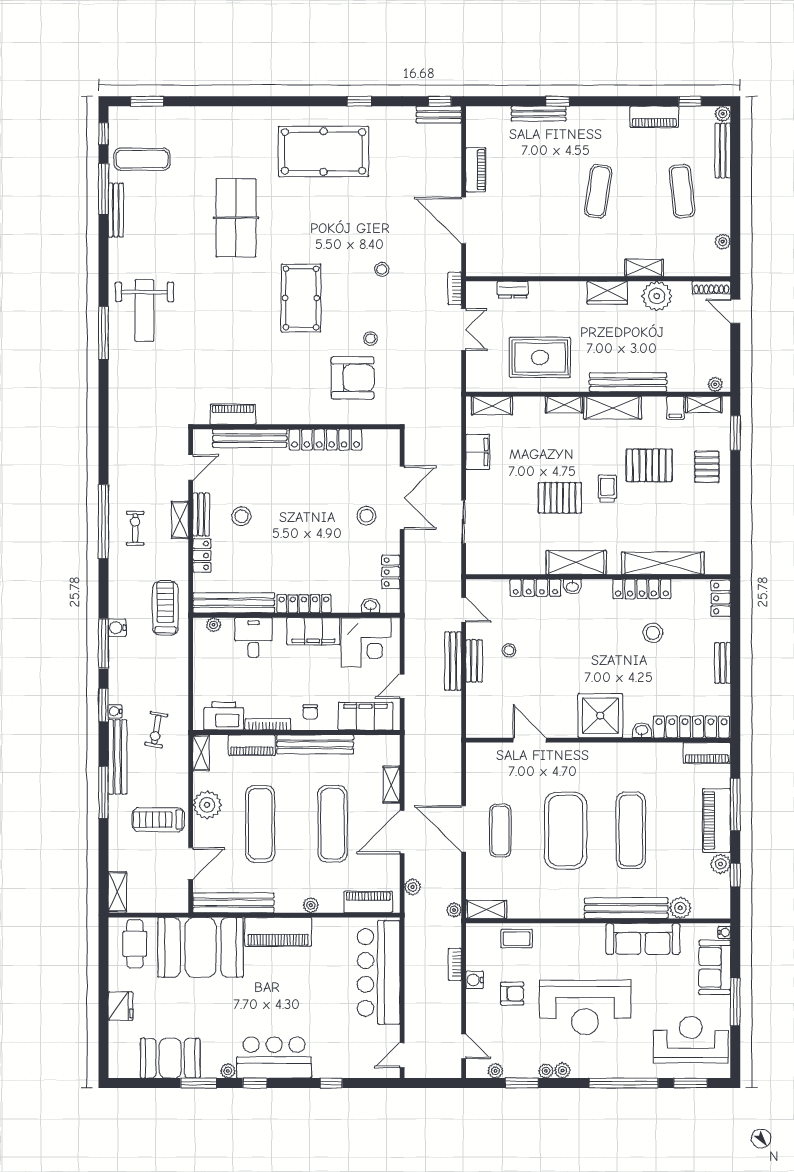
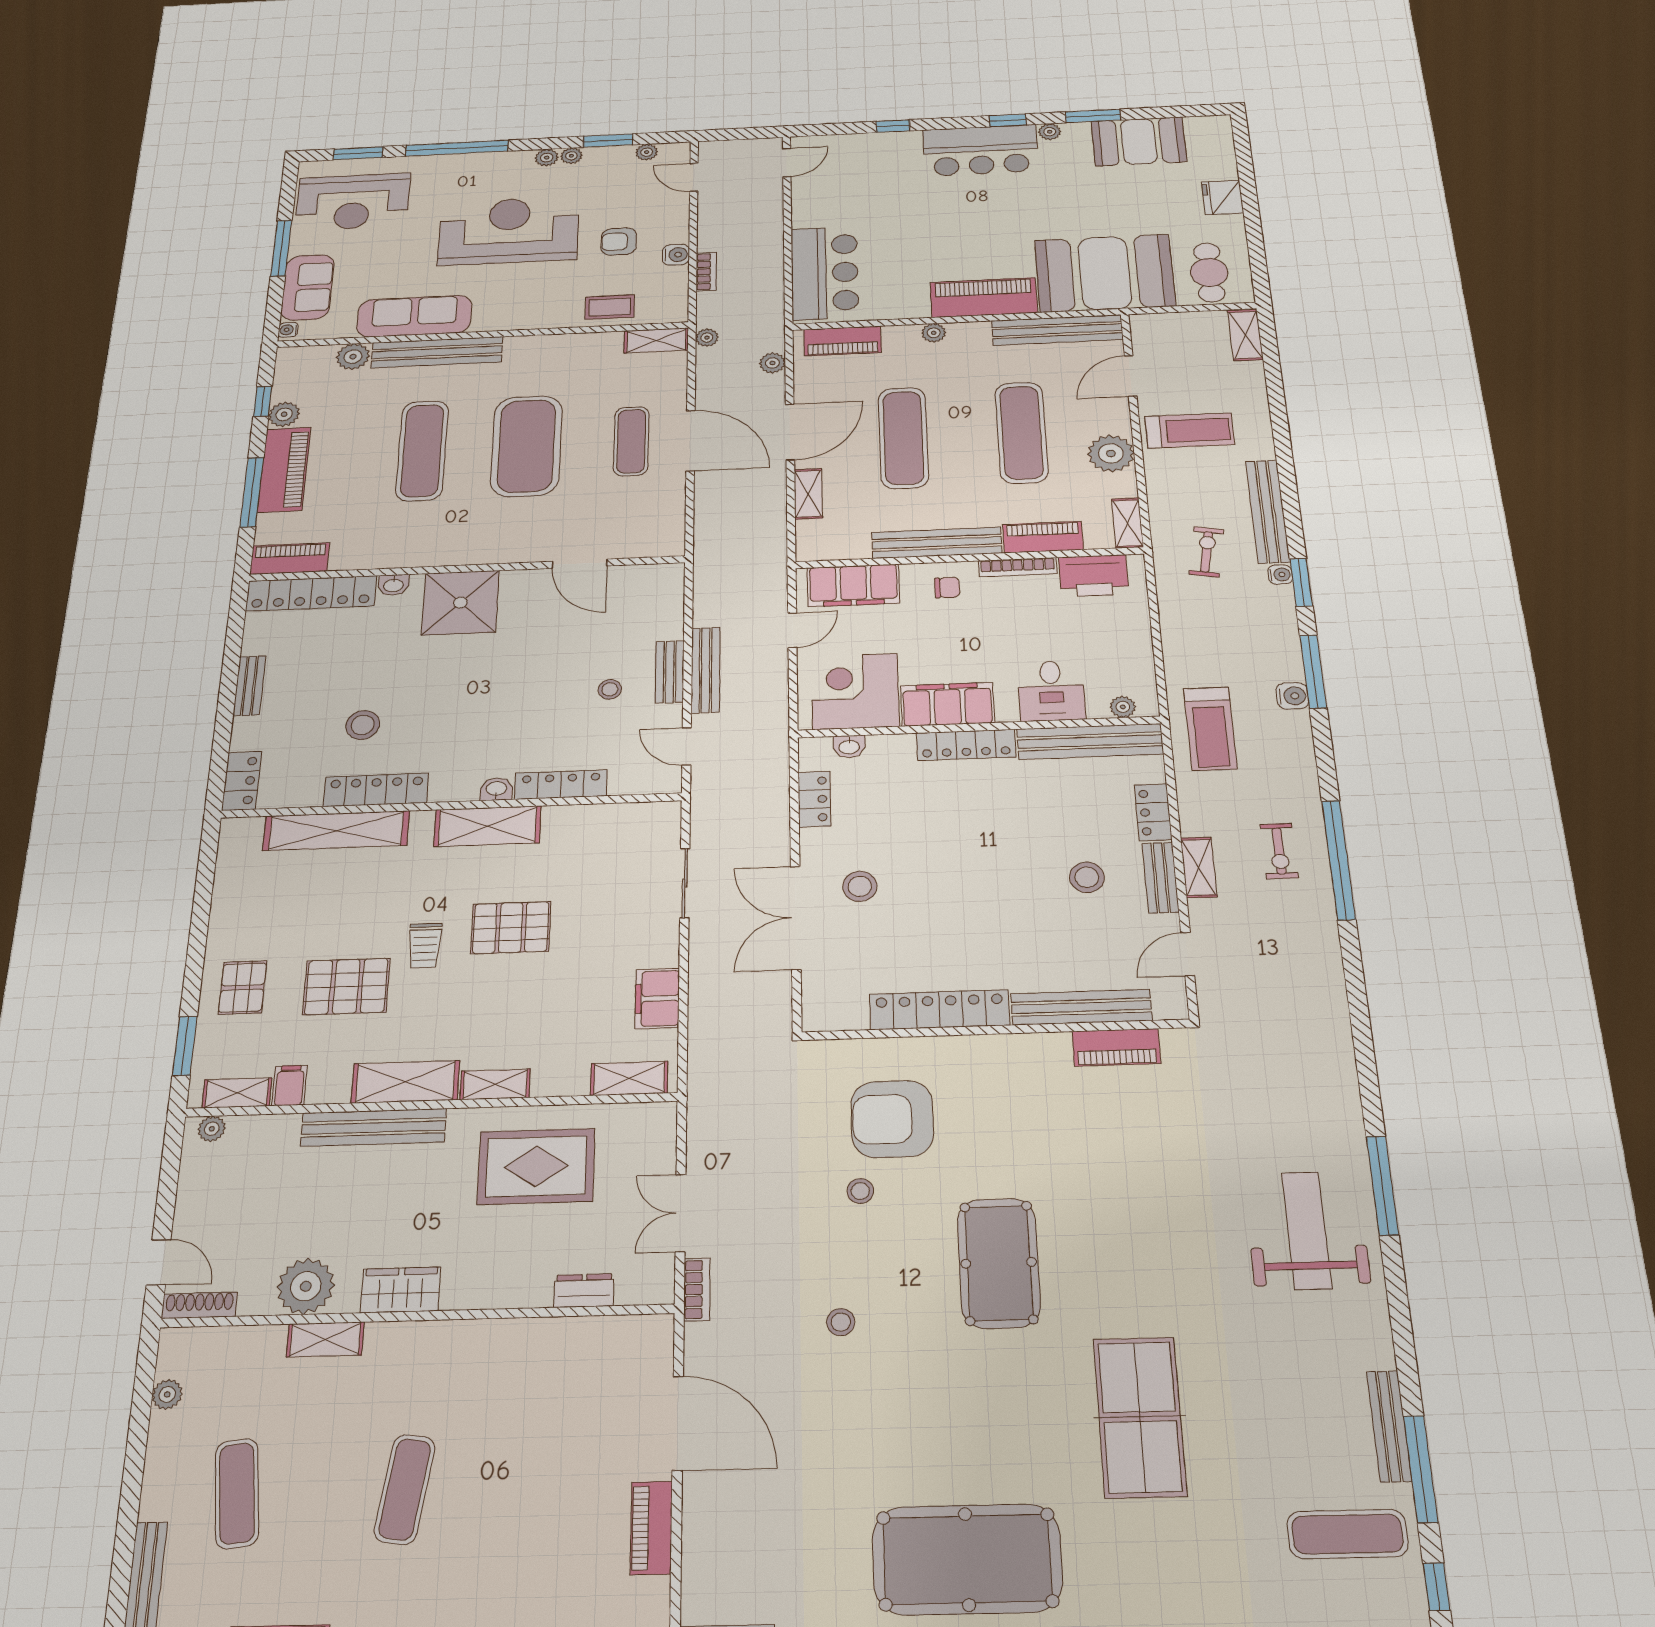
chair: (310, 712) -> (947, 588), turned 90
window: (103, 792) -> (1285, 462), removed
bar counter: (379, 972) -> (825, 273), width x0.73

